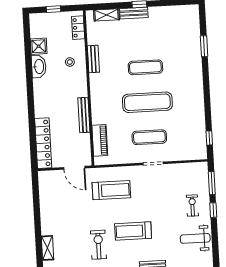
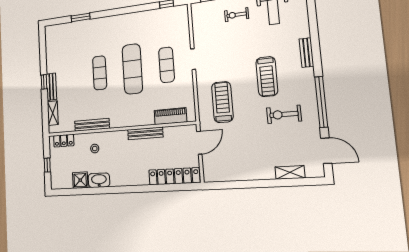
bench: (93, 59) -> (92, 125), width x1.36

